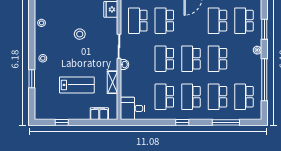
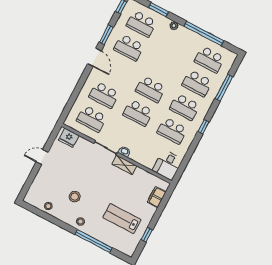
stool: (80, 34) -> (75, 197), moved
school desk: (217, 59) -> (163, 65), removed
window: (32, 79) -> (94, 241), width x2.11
shelving: (113, 82) -> (124, 165), moved
lab bench: (77, 85) -> (122, 219), moved, turned -90

